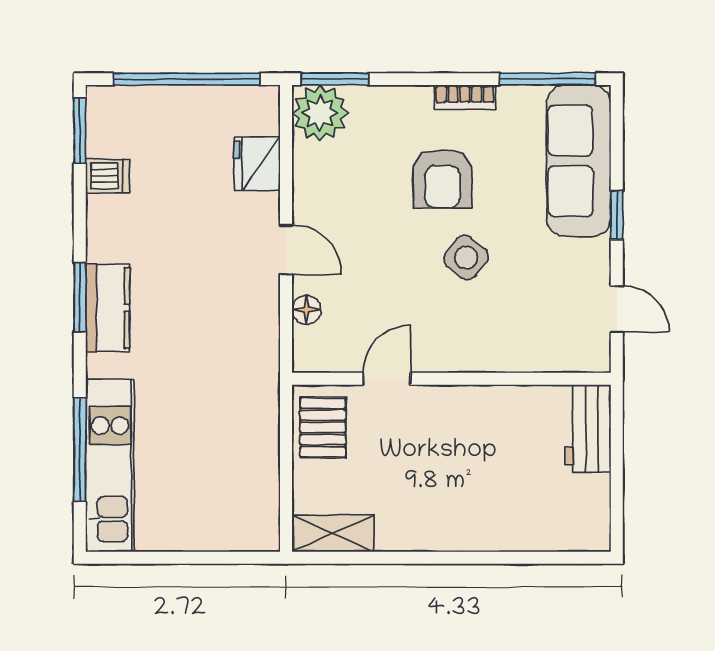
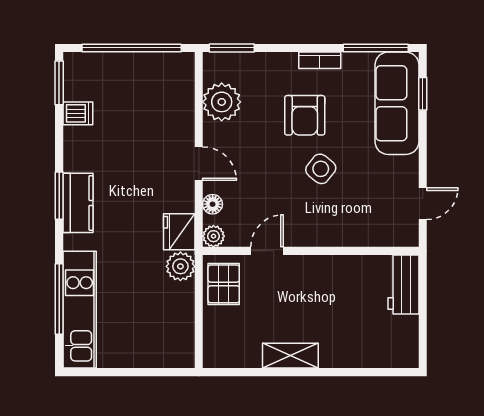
plant: (320, 113) -> (222, 102), moved
fridge: (257, 164) -> (179, 232), moved
window: (617, 215) -> (423, 94), moved
door: (617, 309) -> (423, 204), hinge flipped
plant: (308, 357) -> (213, 236), added
plant: (259, 402) -> (180, 266), added
shelving: (333, 533) -> (290, 356), moved

